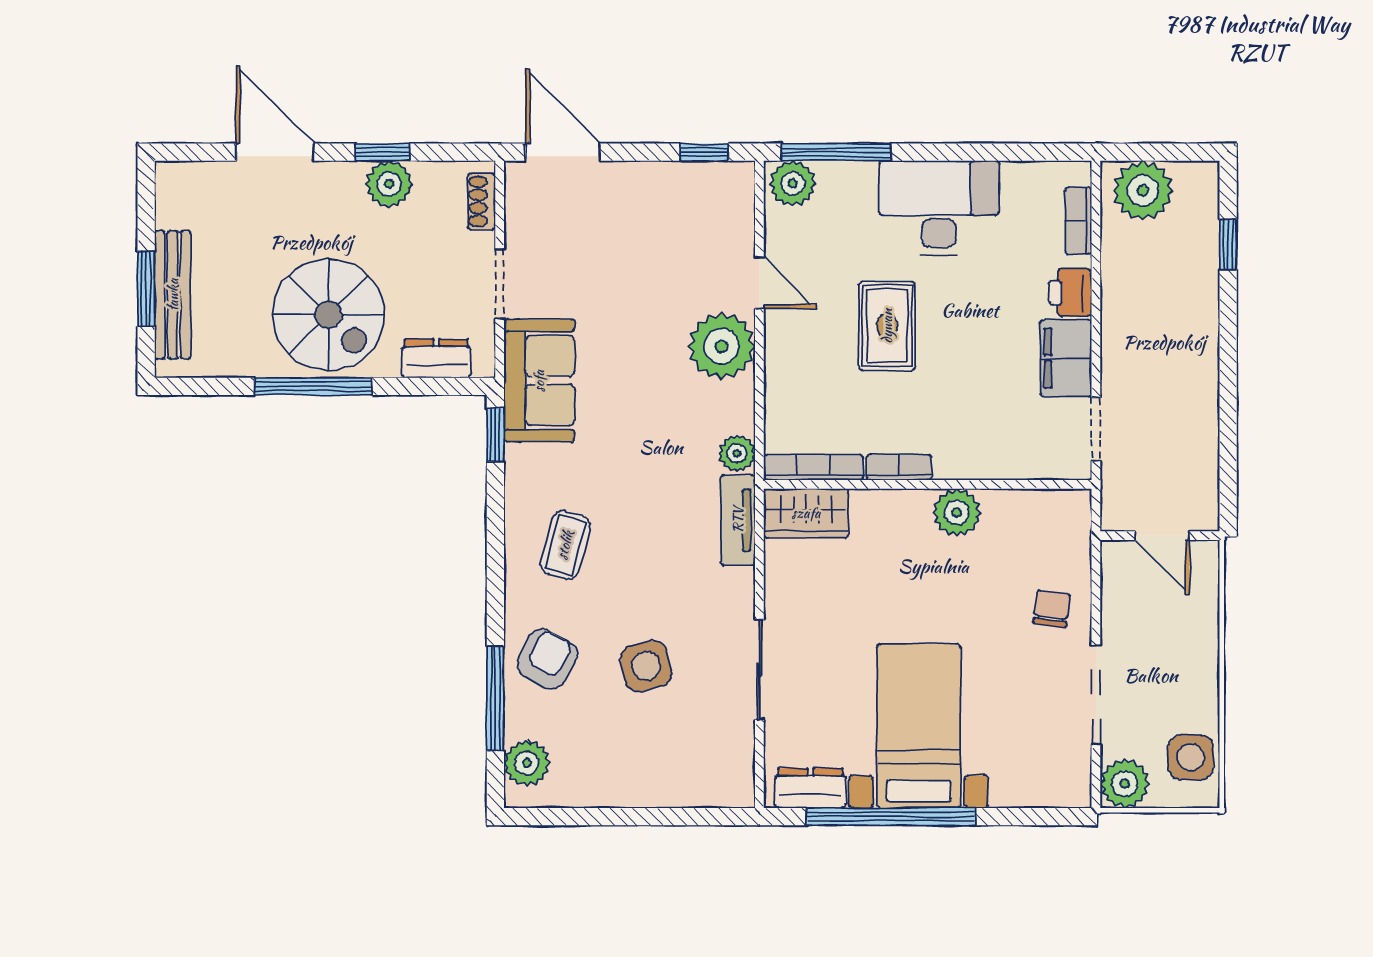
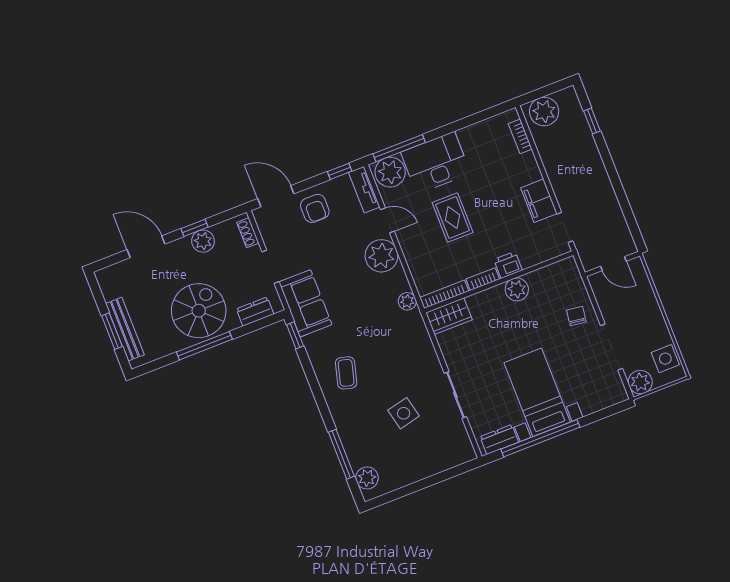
plant: (793, 183) -> (390, 172), width x1.36, depth x1.36
desk: (939, 208) -> (436, 163), moved
printer: (1070, 293) -> (508, 265), moved, turned 90
spiral stairs: (328, 315) -> (199, 311), turned -90
tv unit: (738, 520) -> (364, 190), moved
armchair: (547, 659) -> (315, 208), moved, turned 152

